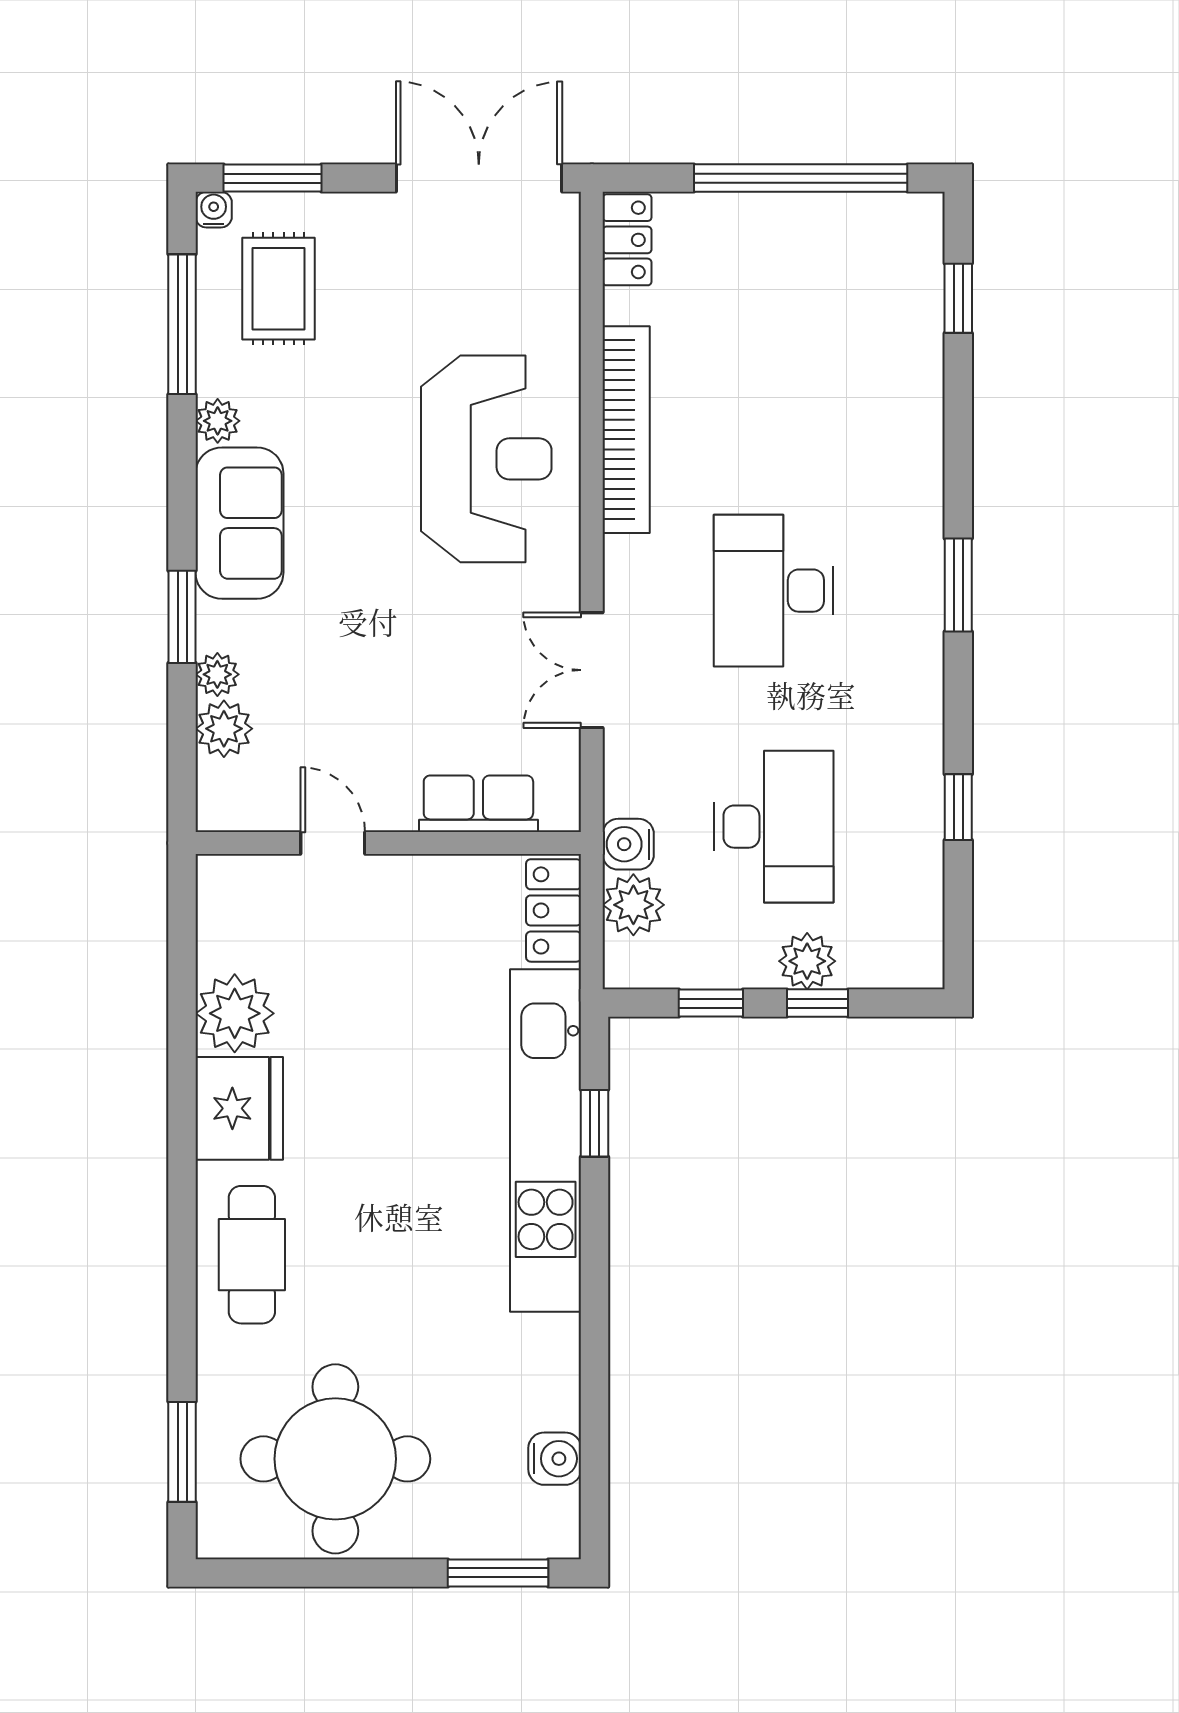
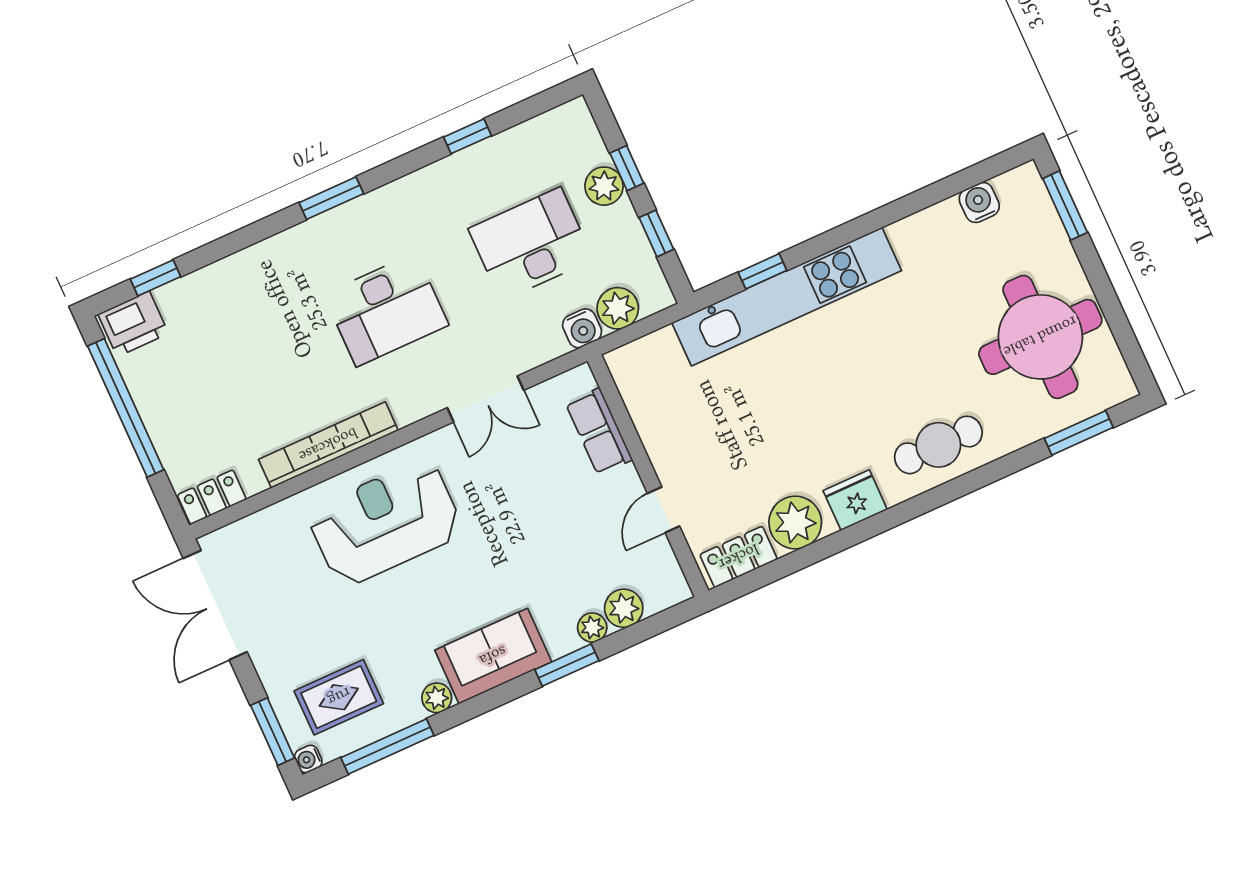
printer: (910, 240) -> (133, 324), added
locker: (554, 910) -> (739, 557), moved, turned 180
fridge: (239, 1108) -> (855, 500), width x0.73, depth x0.75

